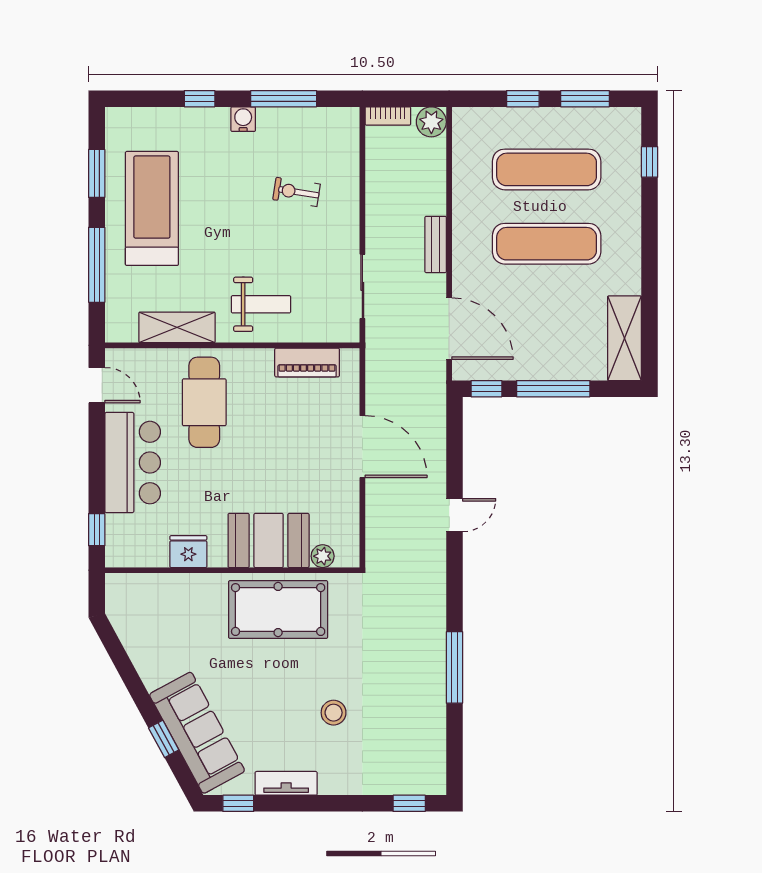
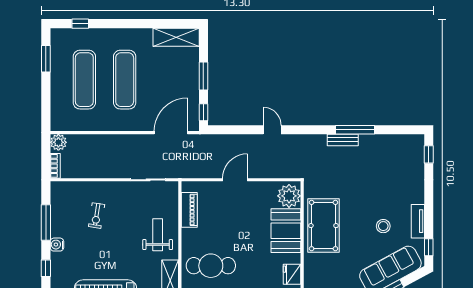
window: (523, 99) -> (46, 92), removed
bench: (436, 244) -> (343, 140), moved
window: (553, 389) -> (203, 76), width x0.69
door: (362, 447) -> (235, 180), width x0.73
plant: (323, 556) -> (289, 196), width x1.88, depth x1.88
stool: (334, 713) -> (383, 226), moved

